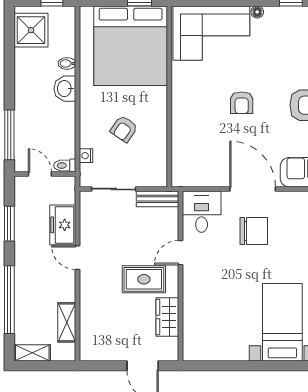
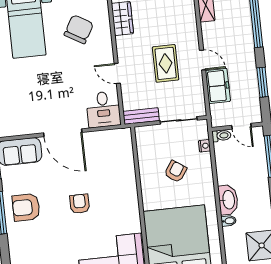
washbasin: (65, 89) -> (228, 200), width x1.38
chair: (254, 231) -> (79, 29), moved, turned 120
door: (180, 253) -> (117, 73), swing flipped
rug: (144, 279) -> (166, 63), moved, turned 90

